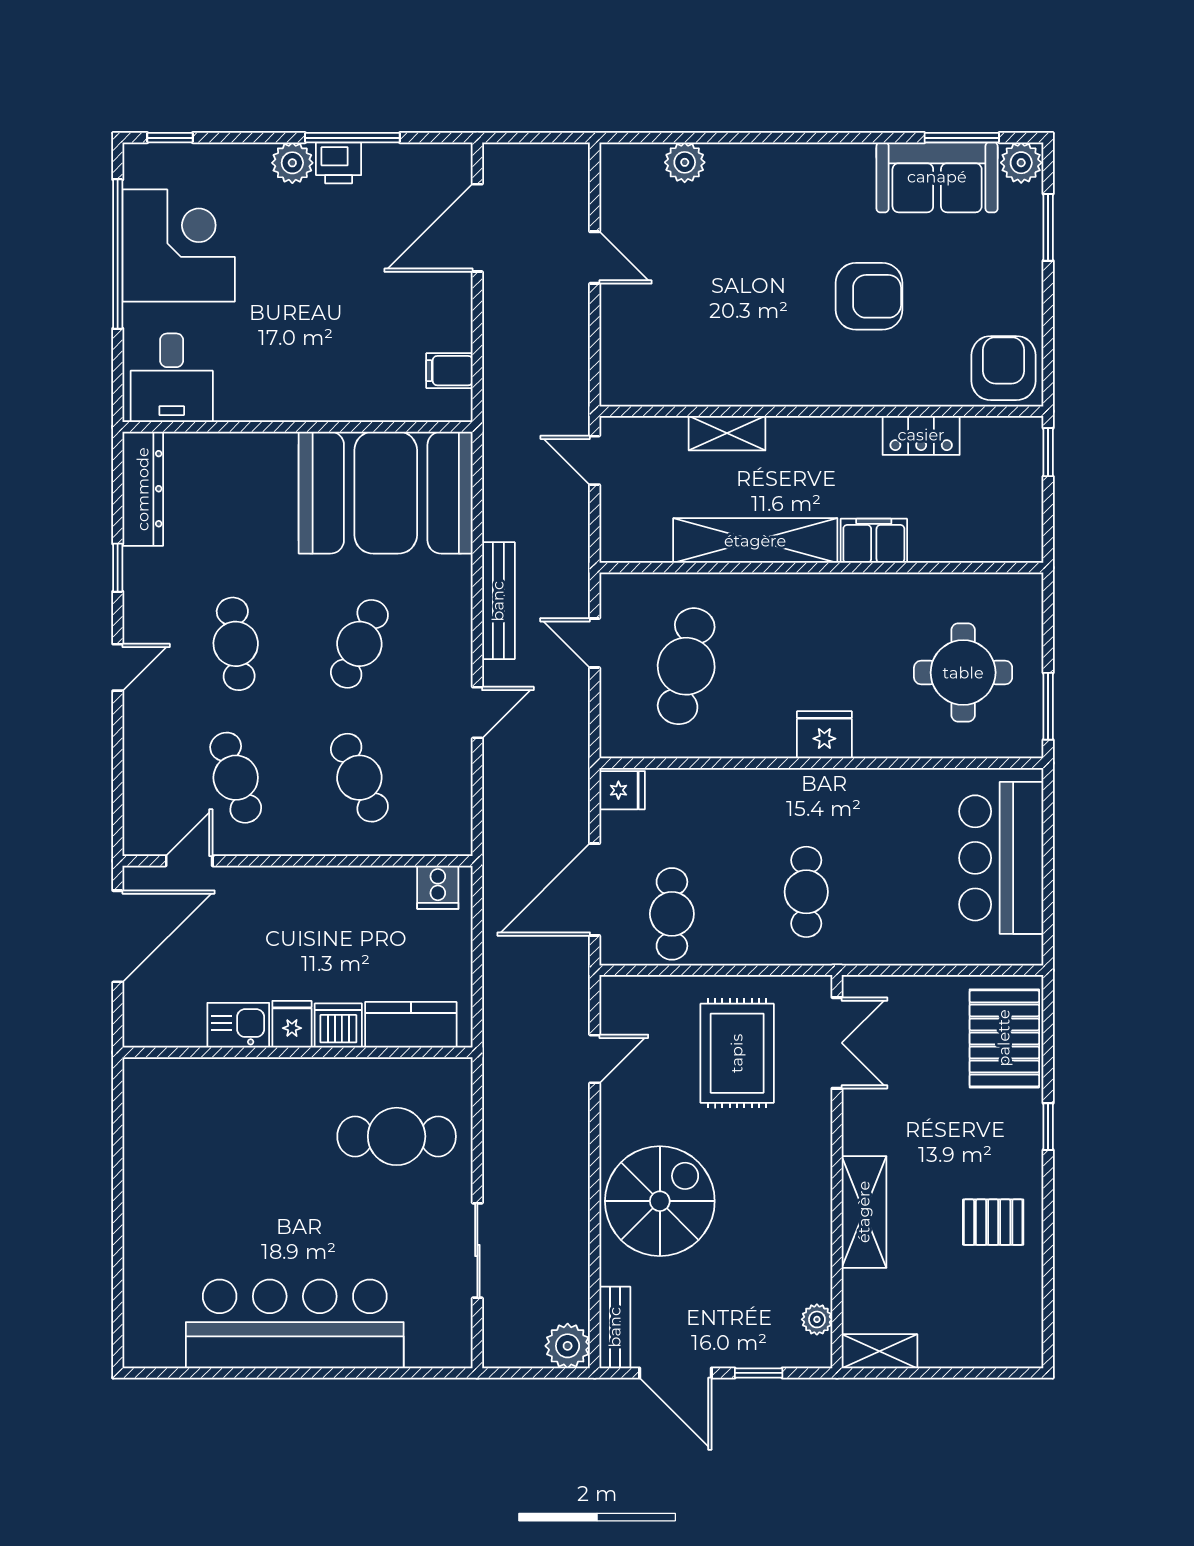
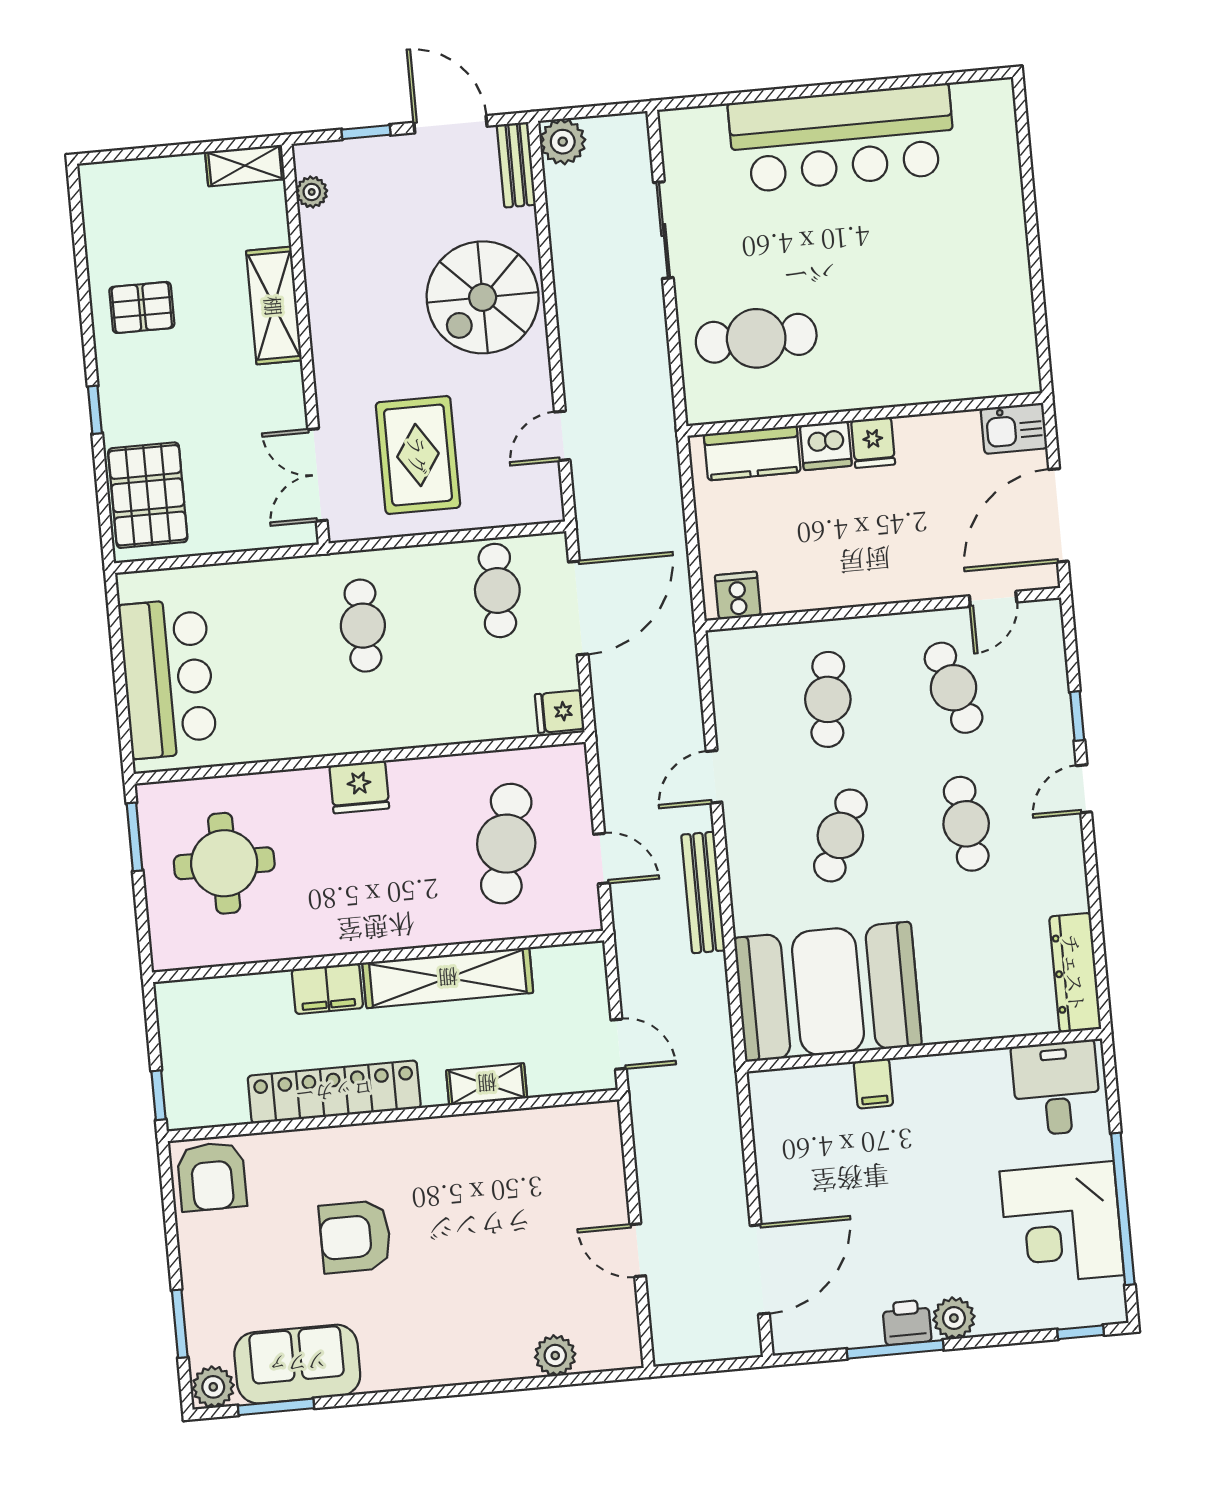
filing cabinet: (449, 371) -> (873, 1083), moved, turned 90
locker: (921, 435) -> (334, 1092), width x2.16, depth x1.21
window: (118, 568) -> (1077, 716), moved
cafe table: (359, 778) -> (828, 699), turned 30
kitchen sink: (238, 1025) -> (1014, 428), moved

